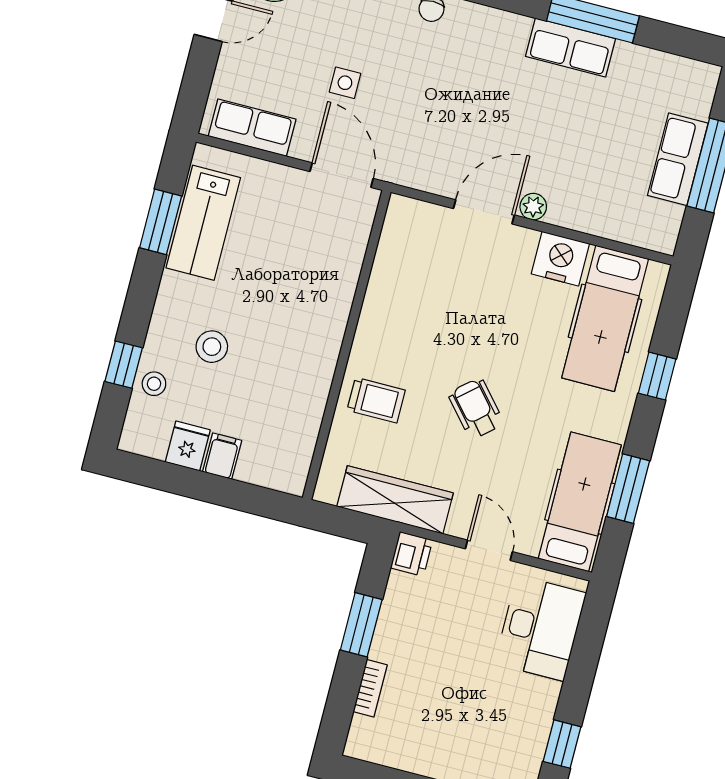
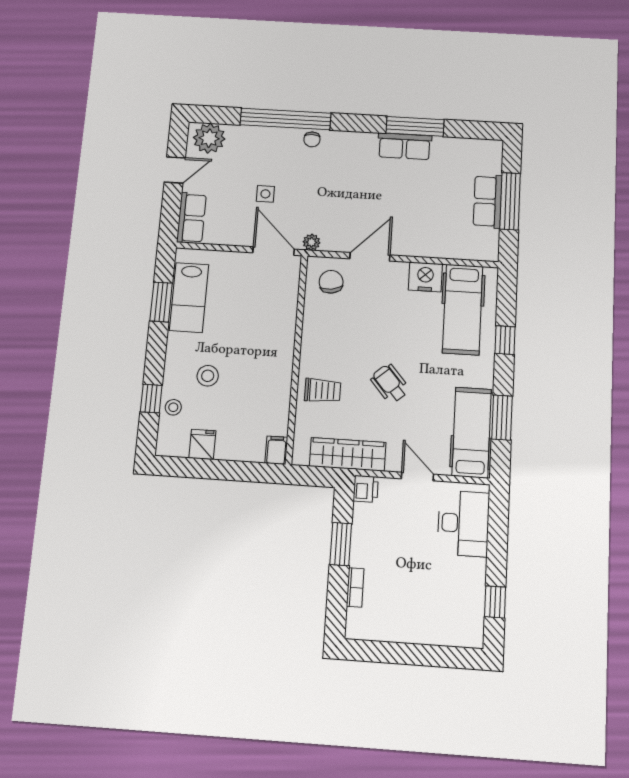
row of seats: (252, 128) -> (191, 218), moved, turned 90
plant: (533, 207) -> (312, 242), moved
chair: (419, 239) -> (331, 282), added
filing cabinet: (222, 456) -> (276, 450), moved

